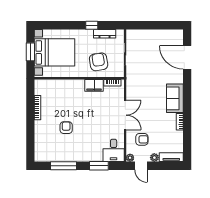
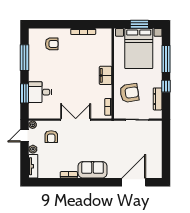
window: (65, 25) -> (166, 59), added
filing cabinet: (94, 85) -> (106, 75), moved
double door: (125, 115) -> (76, 120), swing flipped
armchair: (66, 128) -> (52, 44), moved
desk: (114, 150) -> (40, 92), moved

